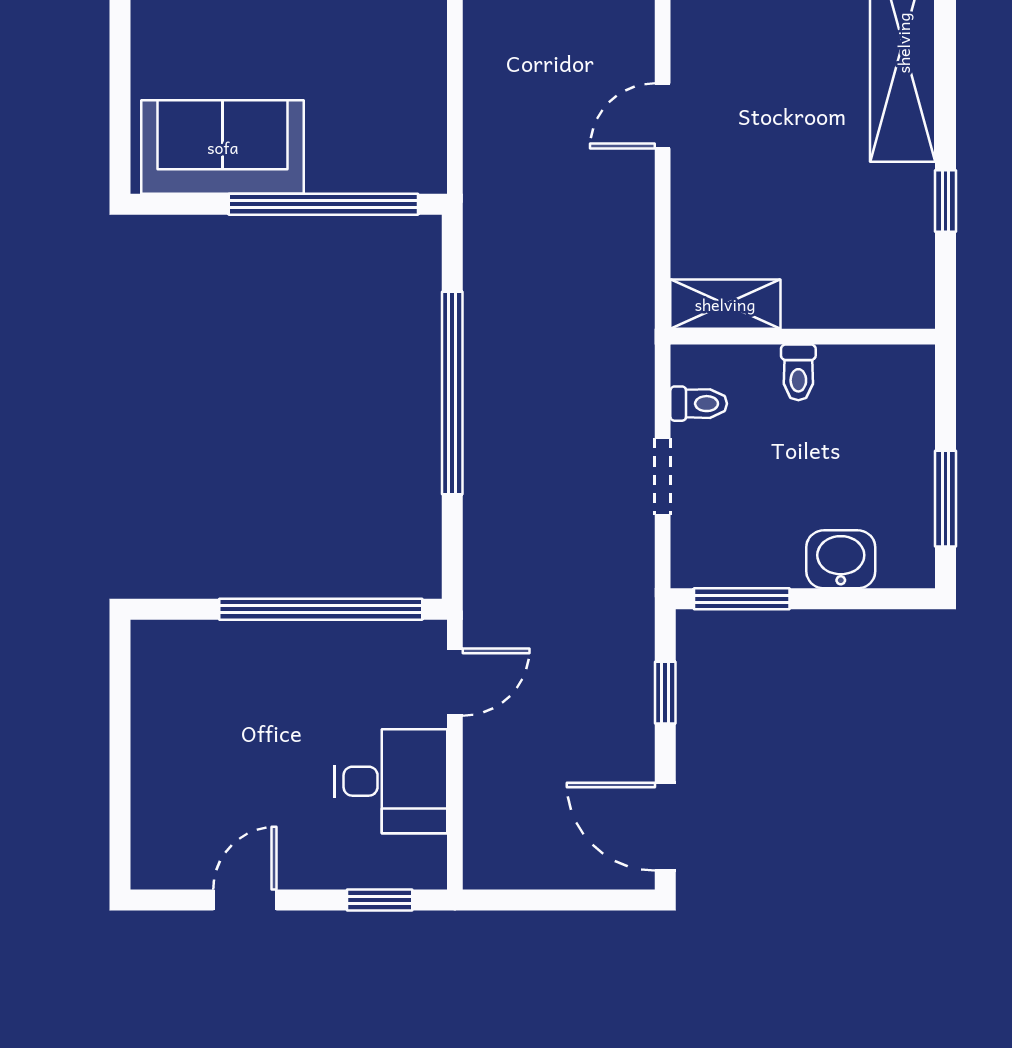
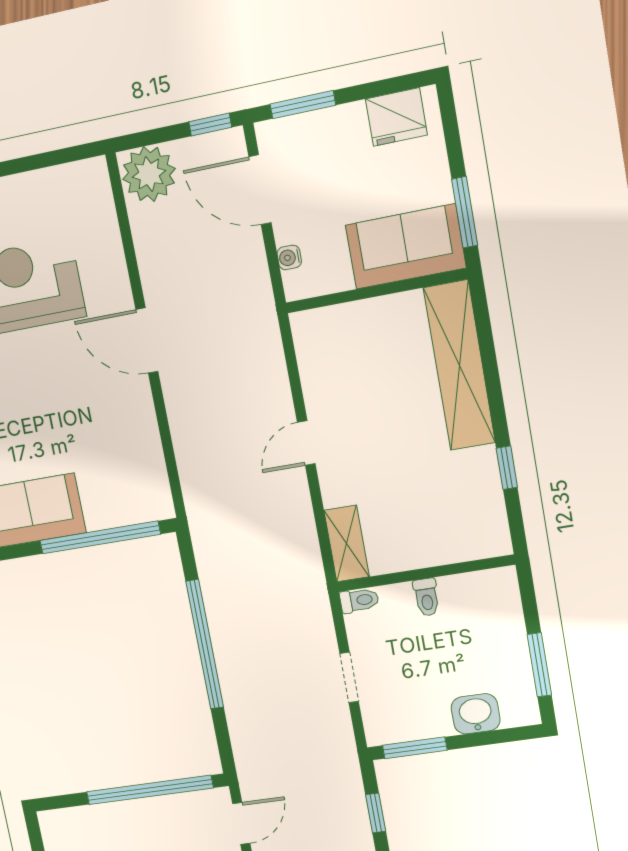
shelving: (725, 304) -> (347, 544), moved, turned 90
toilet: (699, 404) -> (359, 600), moved

